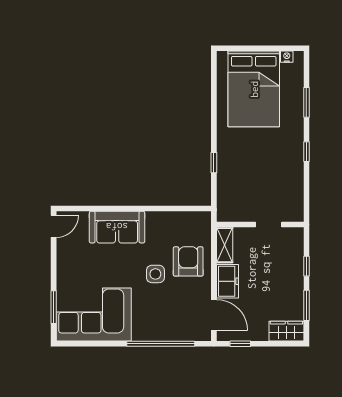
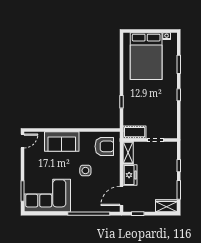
cot: (235, 212) -> (135, 132), added
armchair: (188, 261) -> (104, 146), moved, turned 90
door: (214, 315) -> (122, 196), swing flipped

